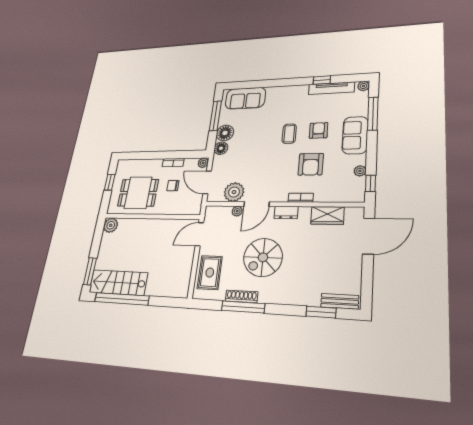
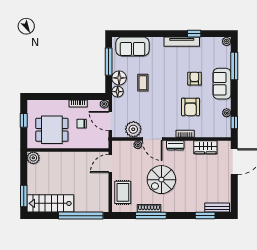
tv unit: (331, 88) -> (182, 42), moved
coffee table: (289, 134) -> (143, 83), moved
door: (257, 204) -> (152, 139), hinge flipped
window: (122, 299) -> (81, 216), moved

